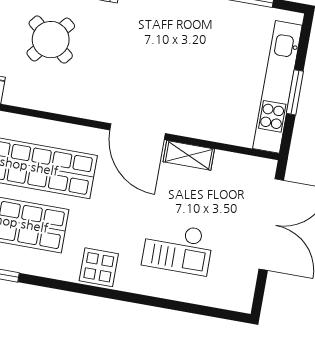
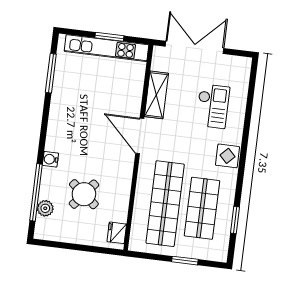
door: (137, 132) -> (140, 136), swing flipped
shelving: (189, 155) -> (156, 95), width x1.50, depth x1.33

